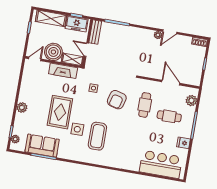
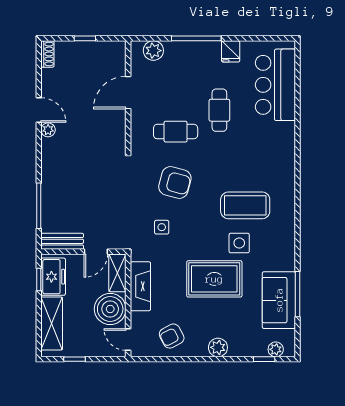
armchair: (33, 83) -> (172, 336), added
cafe table: (169, 116) -> (219, 110), moved

